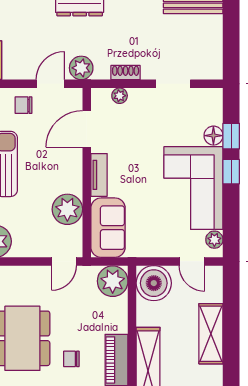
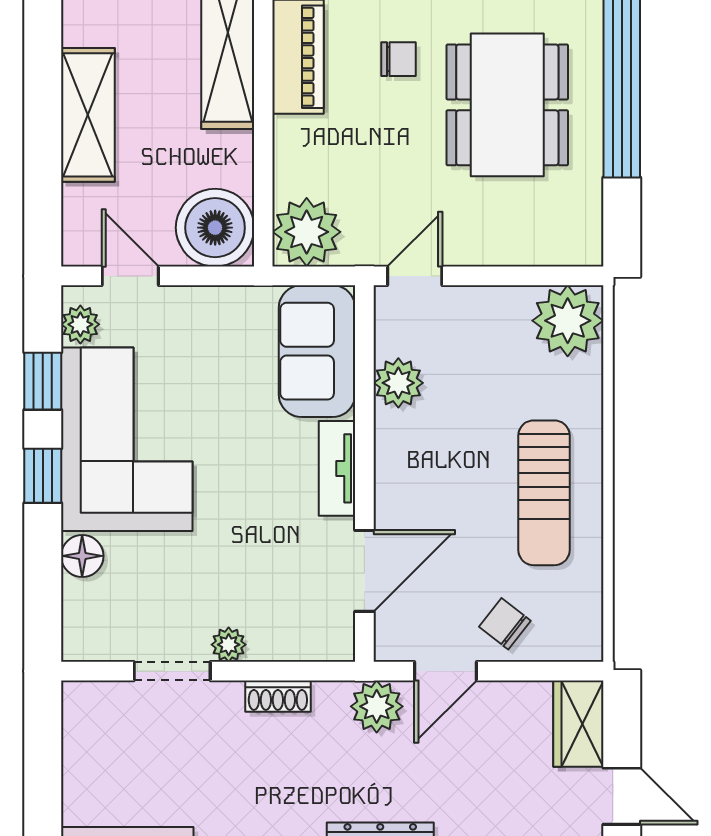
plant: (120, 96) -> (229, 645), moved
chair: (24, 105) -> (505, 624), turned -142
window: (231, 136) -> (43, 381), moved
plant: (67, 209) -> (398, 383), width x0.73, depth x0.73

